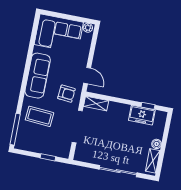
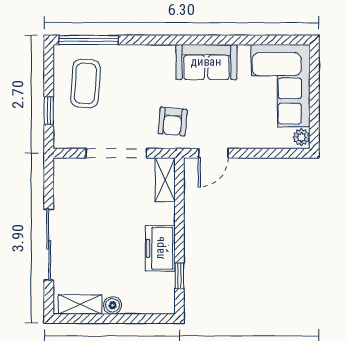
sofa: (38, 76) -> (206, 62), width x0.73
freezer: (142, 115) -> (160, 248), moved
coffee table: (39, 116) -> (85, 83), moved

